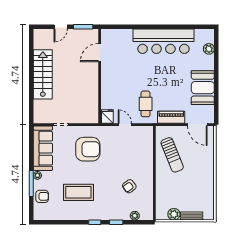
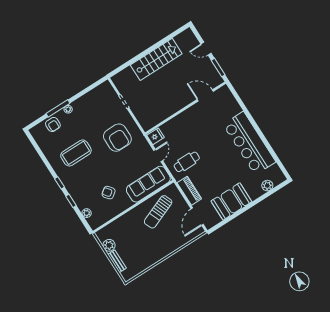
sofa: (43, 148) -> (148, 184), moved, turned 180
coffee table: (78, 192) -> (76, 153), turned 90

